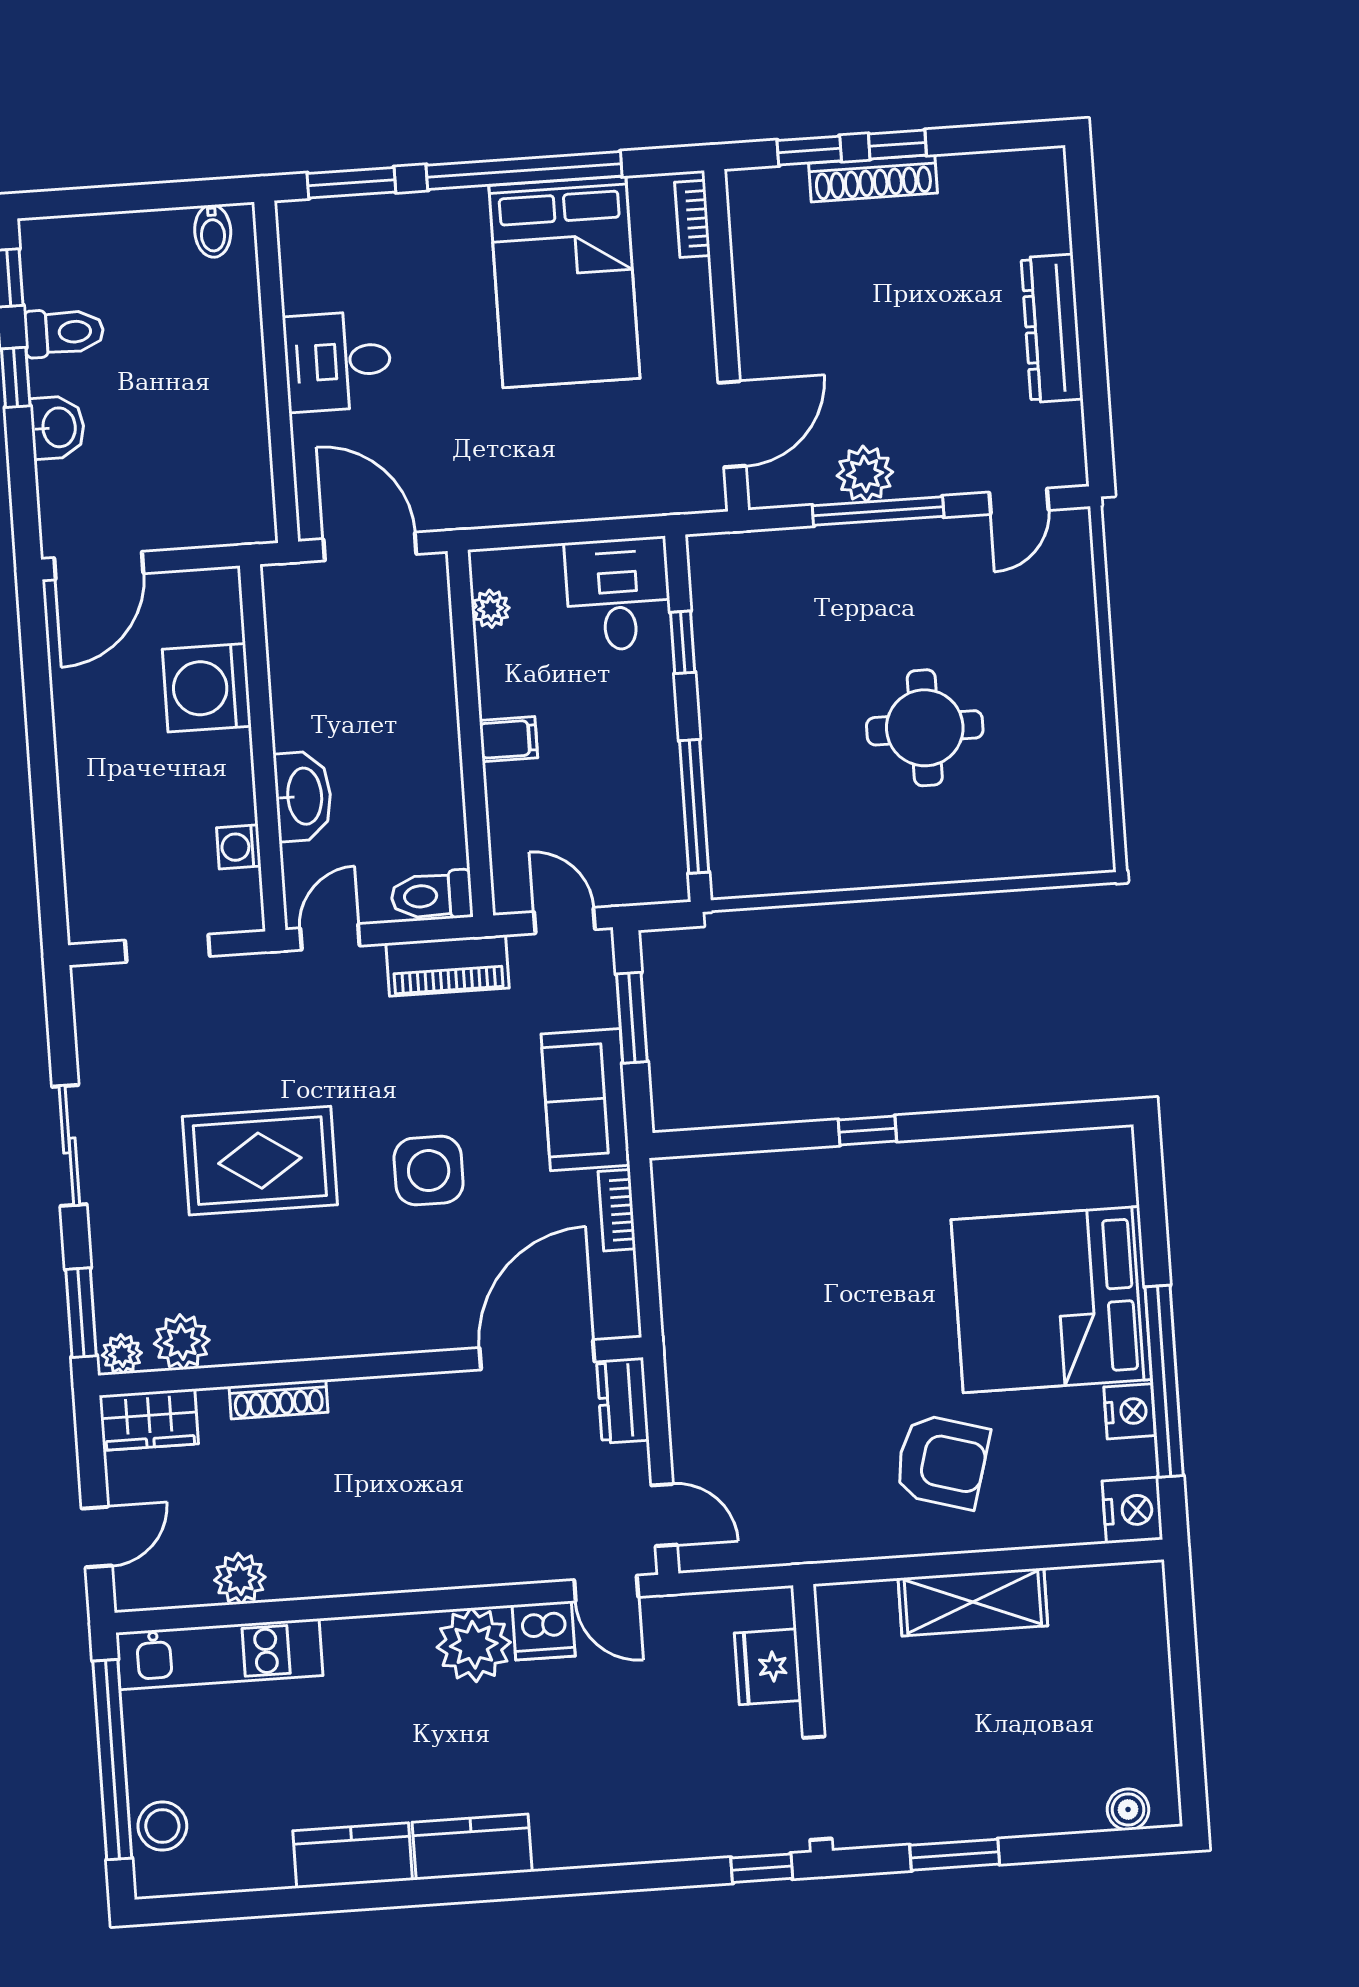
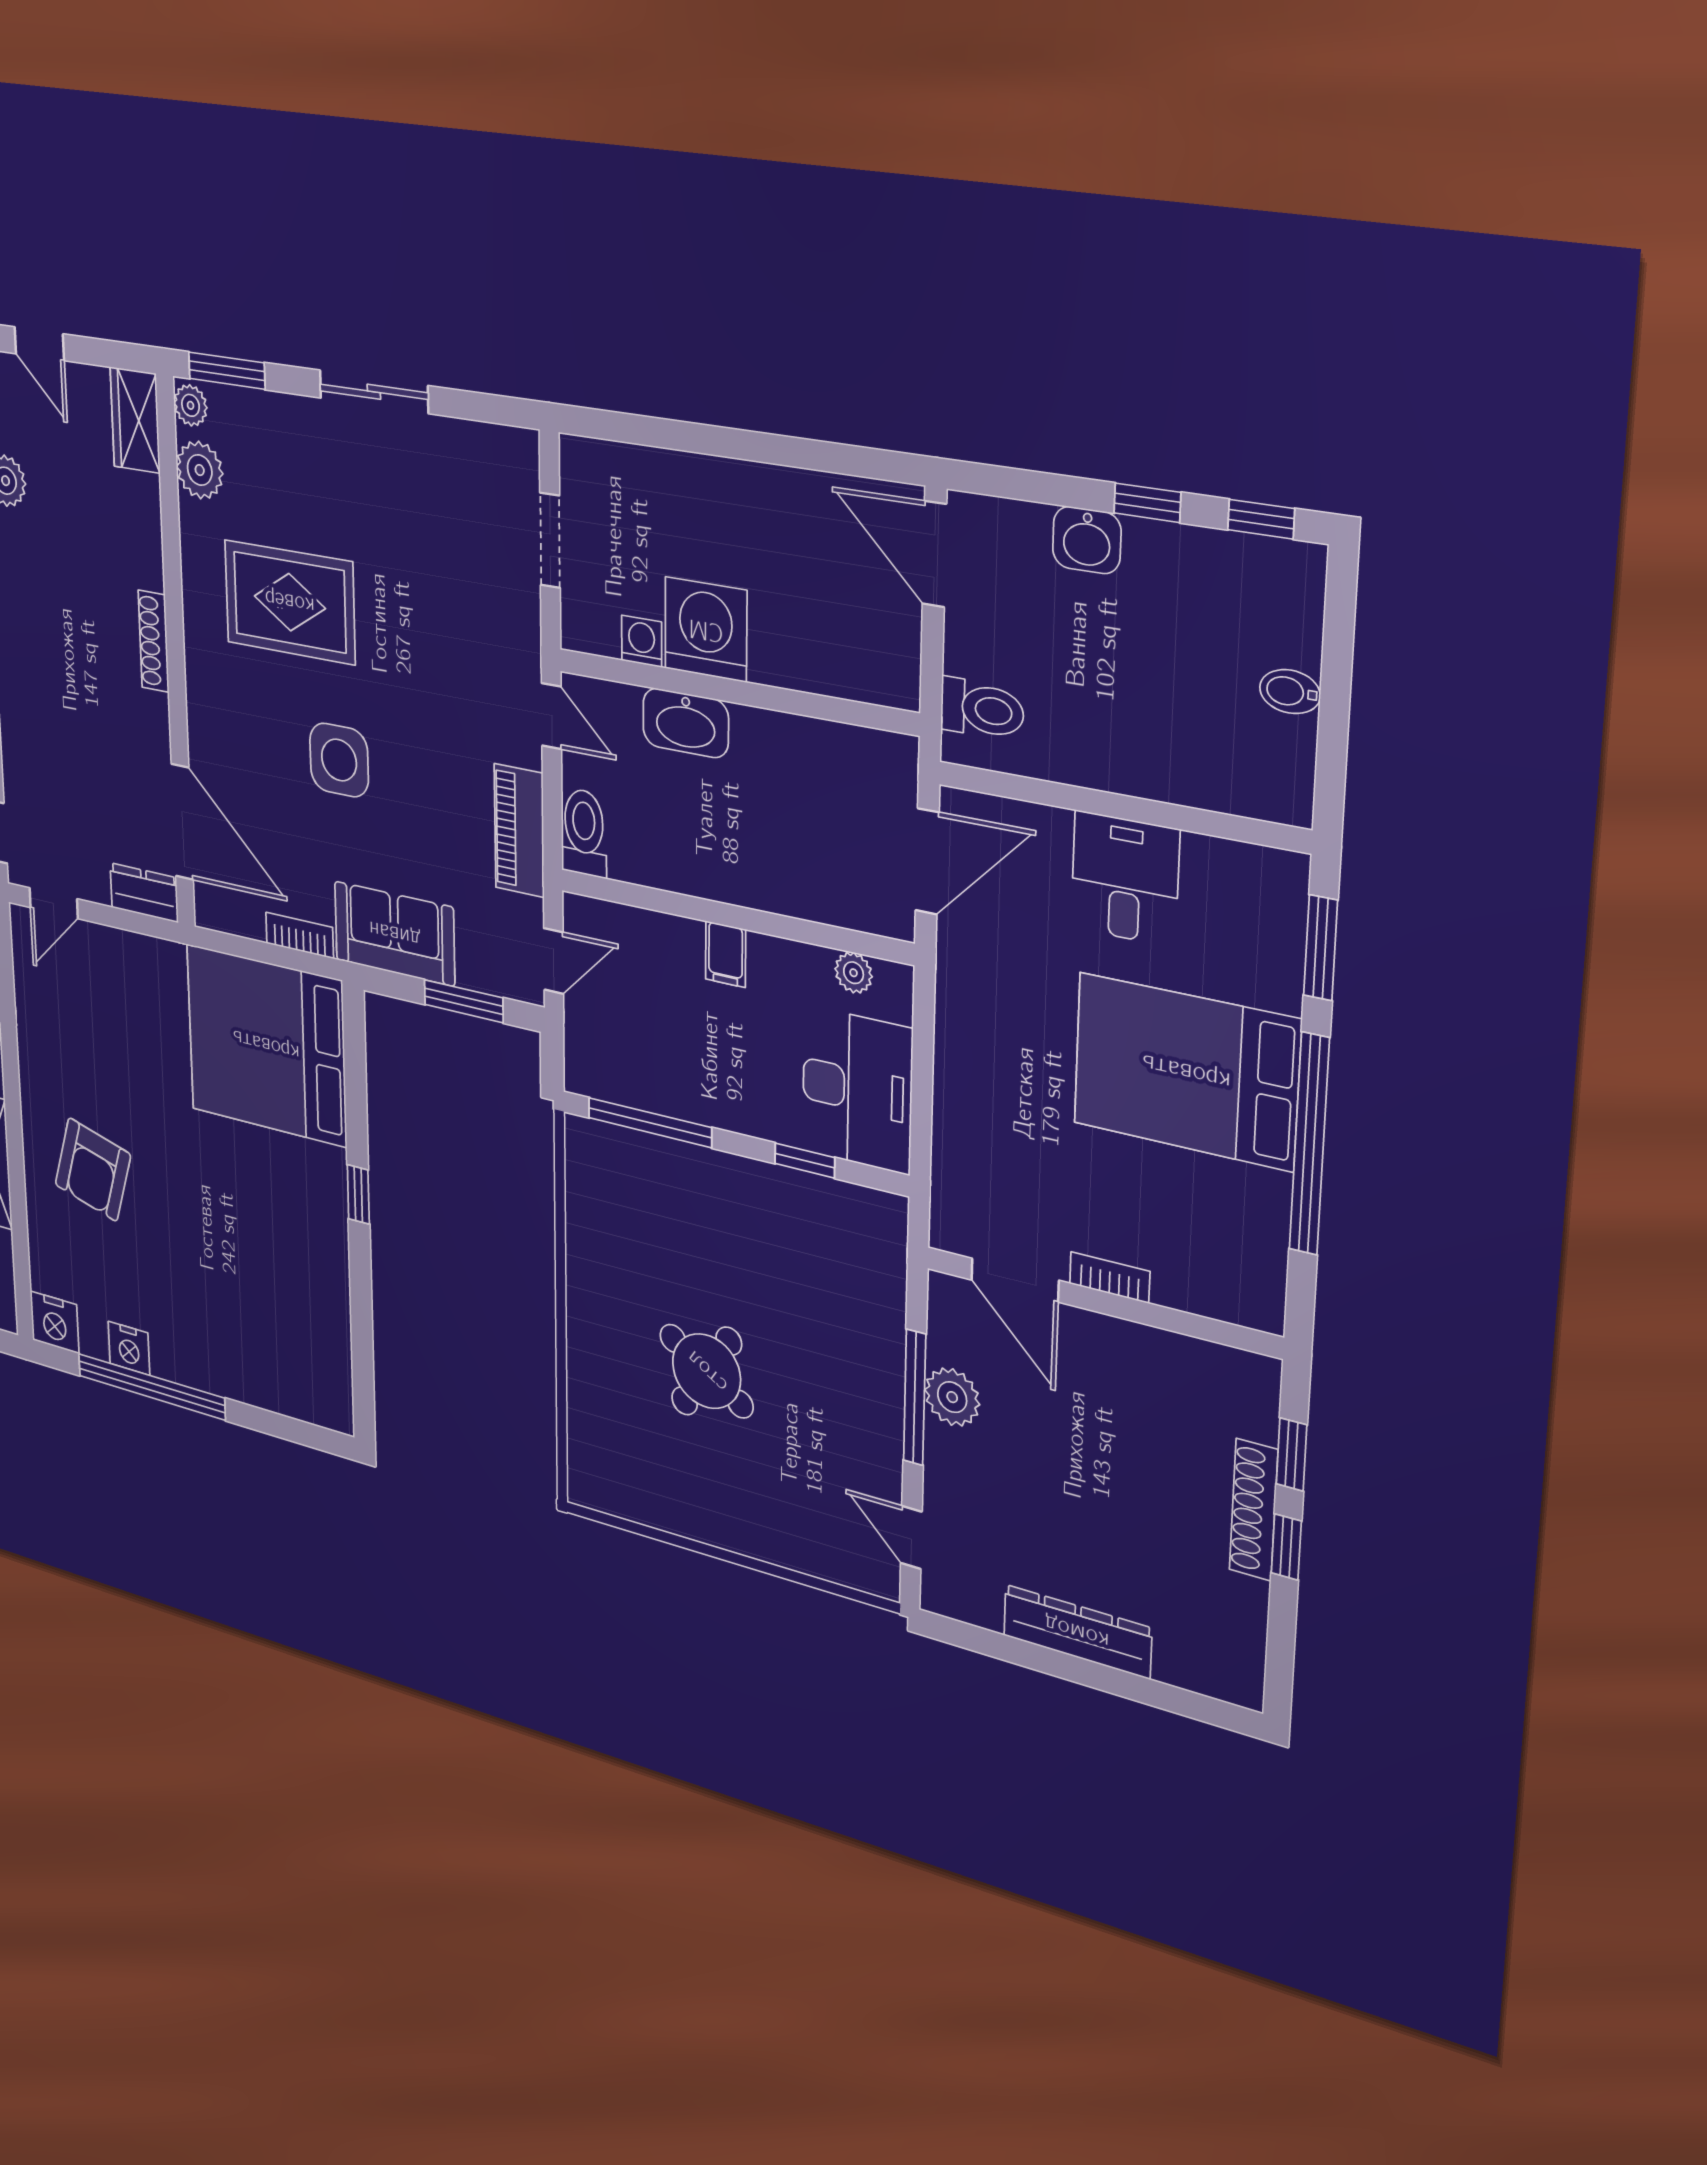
bookcase: (692, 219) -> (1110, 1277), moved
bidet: (213, 231) -> (1290, 692), moved
bed: (564, 282) -> (1186, 1072), moved
toilet: (64, 332) -> (982, 709), moved, turned -90
desk: (618, 594) -> (857, 1090), width x1.37
washing machine: (207, 688) -> (706, 630), moved
round table: (925, 728) -> (707, 1371), turned 33
rug: (260, 1161) -> (290, 602), moved, turned 90
bed: (1051, 1300) -> (266, 1045), moved, turned -90
shoe rack: (278, 1399) -> (154, 641), moved

